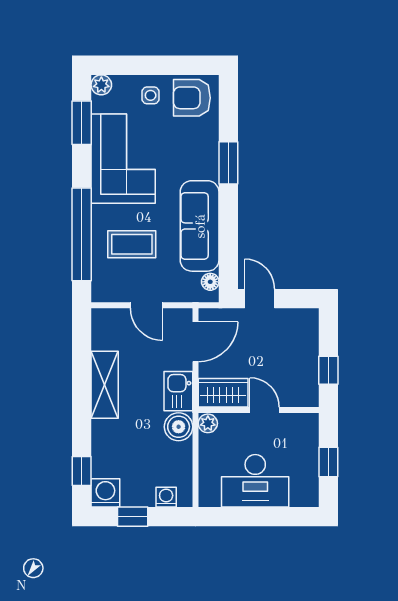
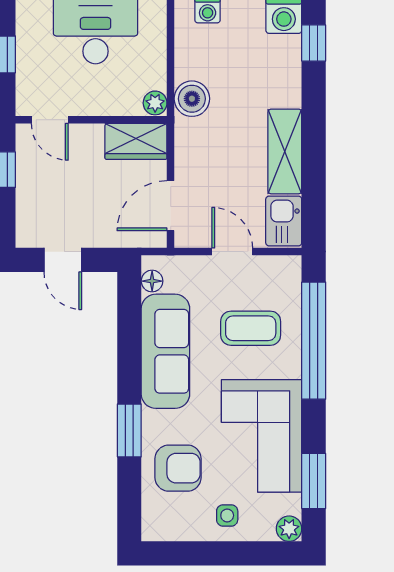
armchair: (192, 98) -> (178, 468), moved
door: (260, 299) -> (63, 260), moved
kitchen sink: (178, 391) -> (284, 221), moved, turned 180
door: (265, 410) -> (50, 120), moved

